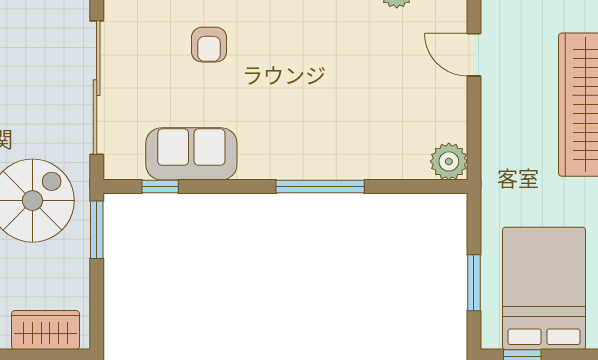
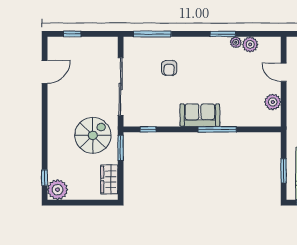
sofa: (191, 154) -> (200, 115), moved
plant: (449, 161) -> (273, 102), moved
wardrobe: (46, 330) -> (109, 179), moved, turned -90

